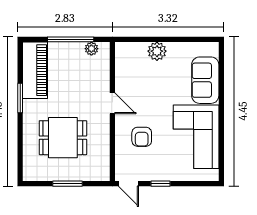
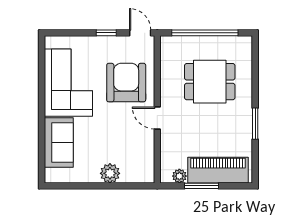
window: (71, 39) -> (201, 186), width x0.69
piano: (35, 70) -> (218, 170), moved, turned 90
armchair: (142, 137) -> (126, 83), width x1.88, depth x1.88
window: (67, 184) -> (205, 33), width x2.11

